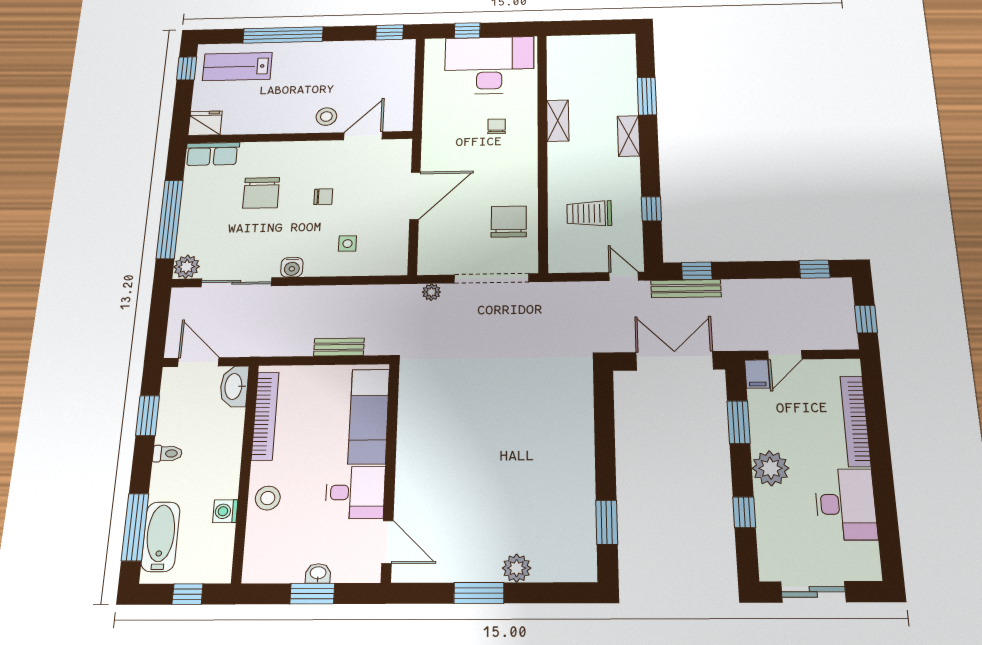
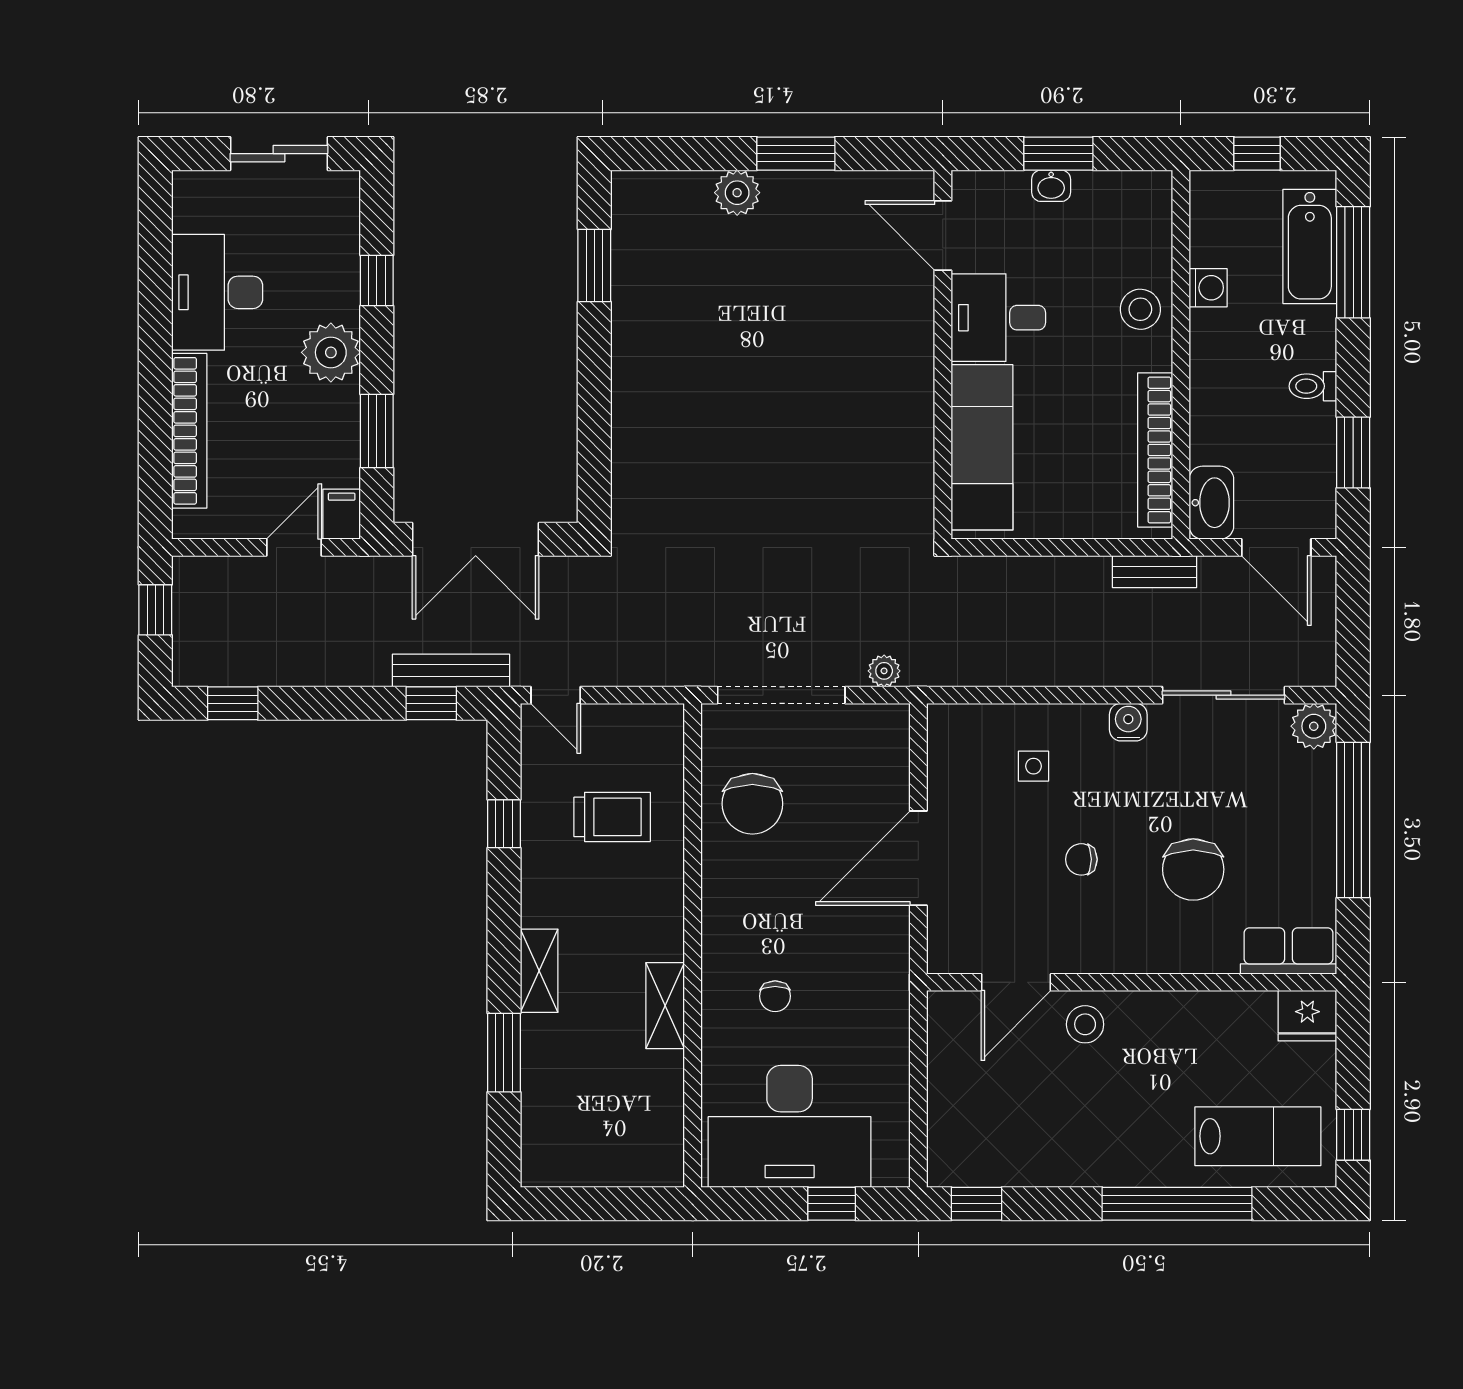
chair: (261, 193) -> (1193, 869), turned 180
bench: (339, 347) -> (1154, 572), moved

